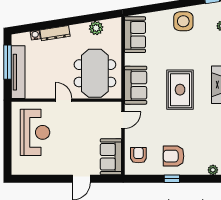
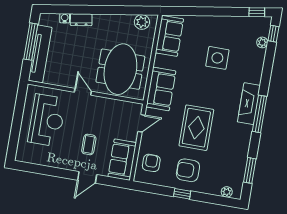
side table: (183, 21) -> (217, 58), moved
plant: (96, 28) -> (142, 22), moved
dresser: (55, 33) -> (81, 20), width x0.70
rug: (180, 90) -> (196, 128), moved
coffee table: (78, 148) -> (89, 144), added

